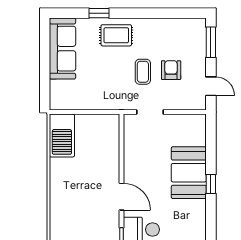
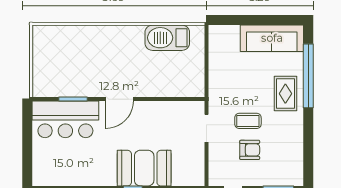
window: (99, 13) -> (308, 76), width x3.17
barbecue: (62, 135) -> (167, 38), moved

